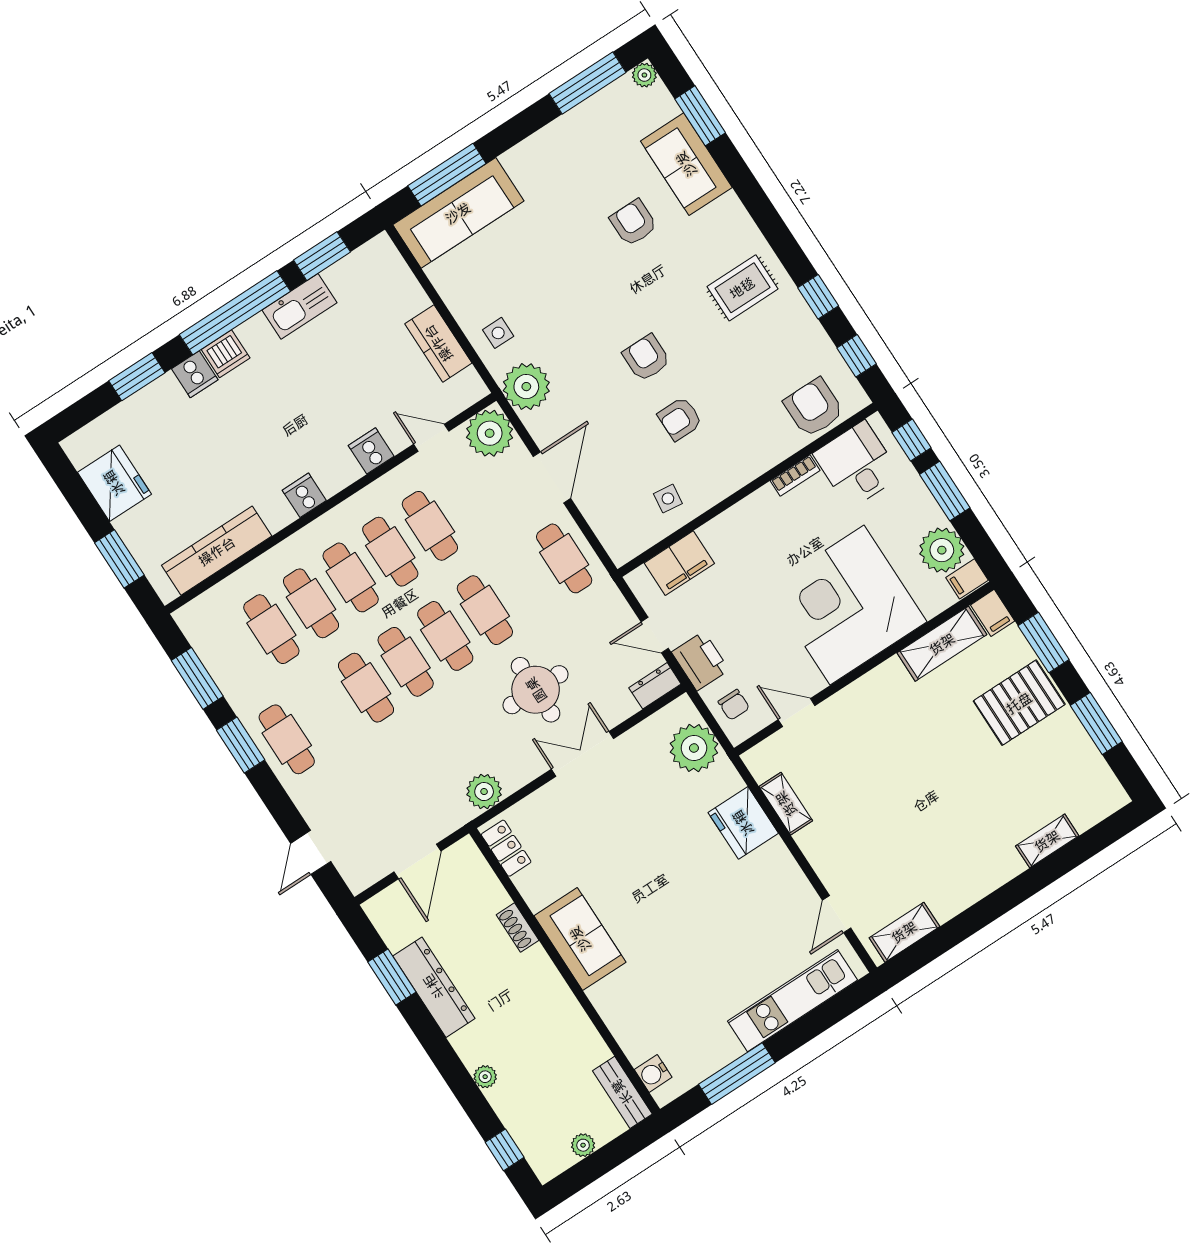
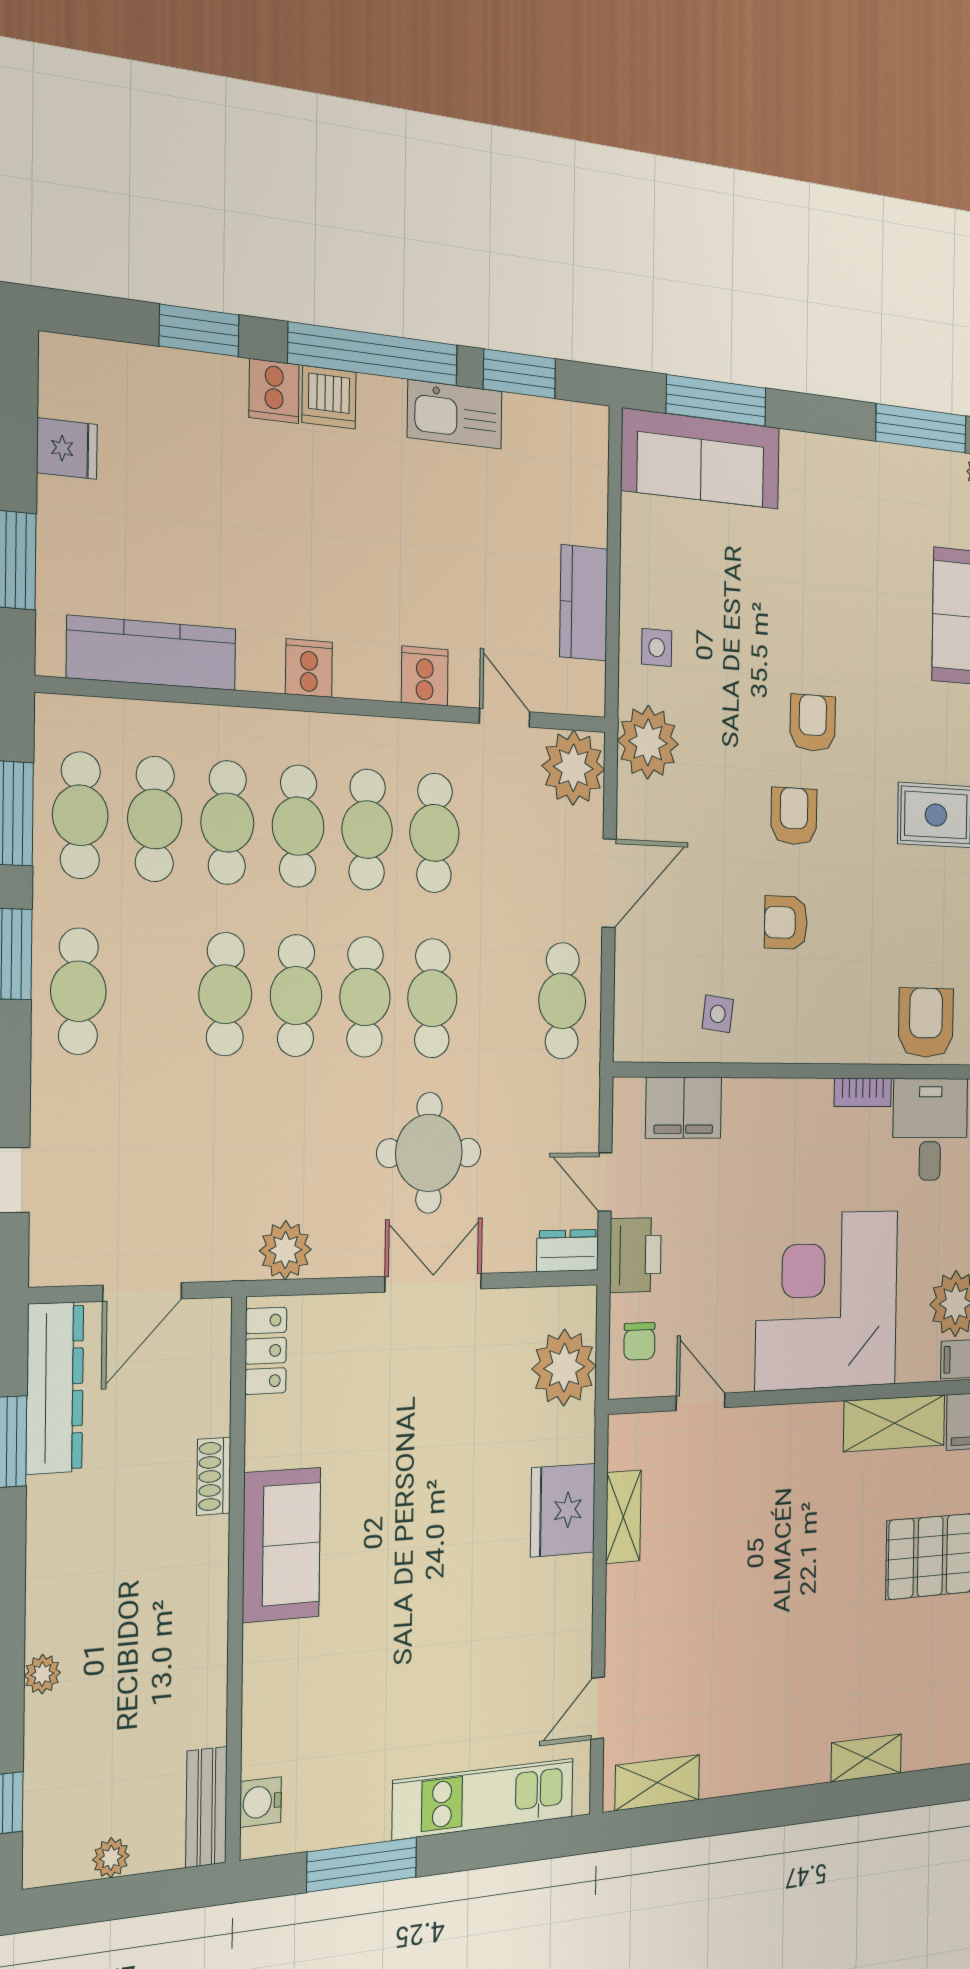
armchair: (633, 223) -> (813, 723), moved
fridge: (114, 483) -> (67, 449), width x0.53, depth x0.75
cafe table: (232, 655) -> (80, 815), added
dresser: (434, 987) -> (55, 1388), moved

